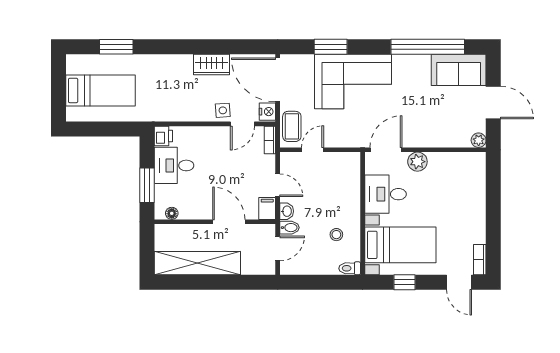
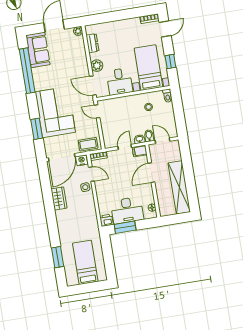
door: (313, 150) -> (97, 111), moved
dresser: (455, 160) -> (92, 43), added
desk: (174, 165) -> (127, 210), width x1.37
window: (147, 185) -> (125, 227), moved

